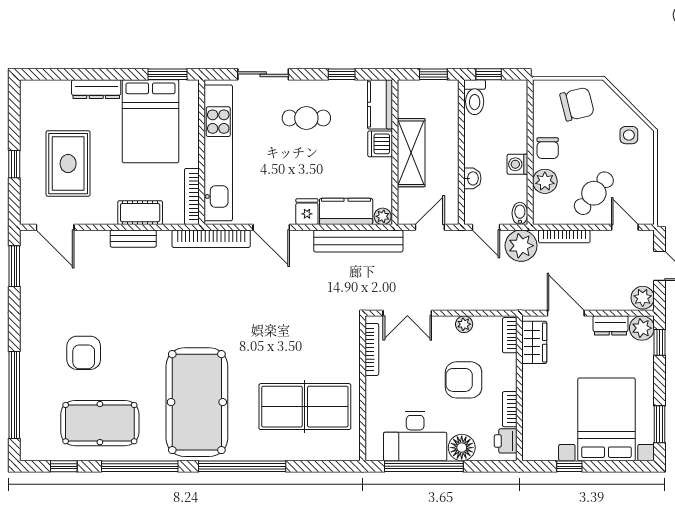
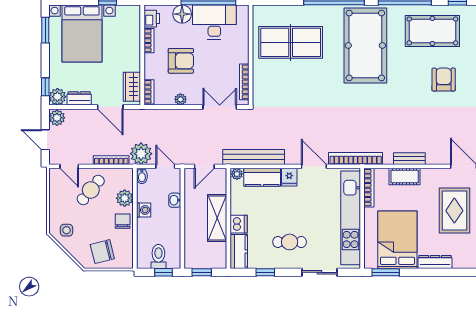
toilet: (475, 97) -> (158, 256), moved

